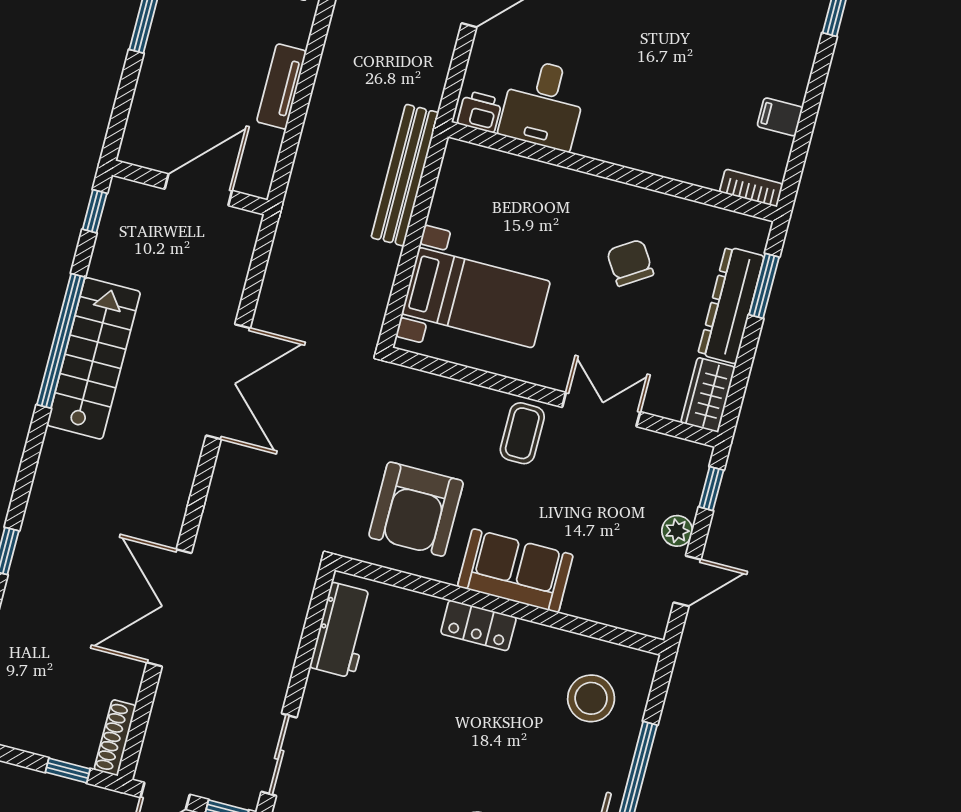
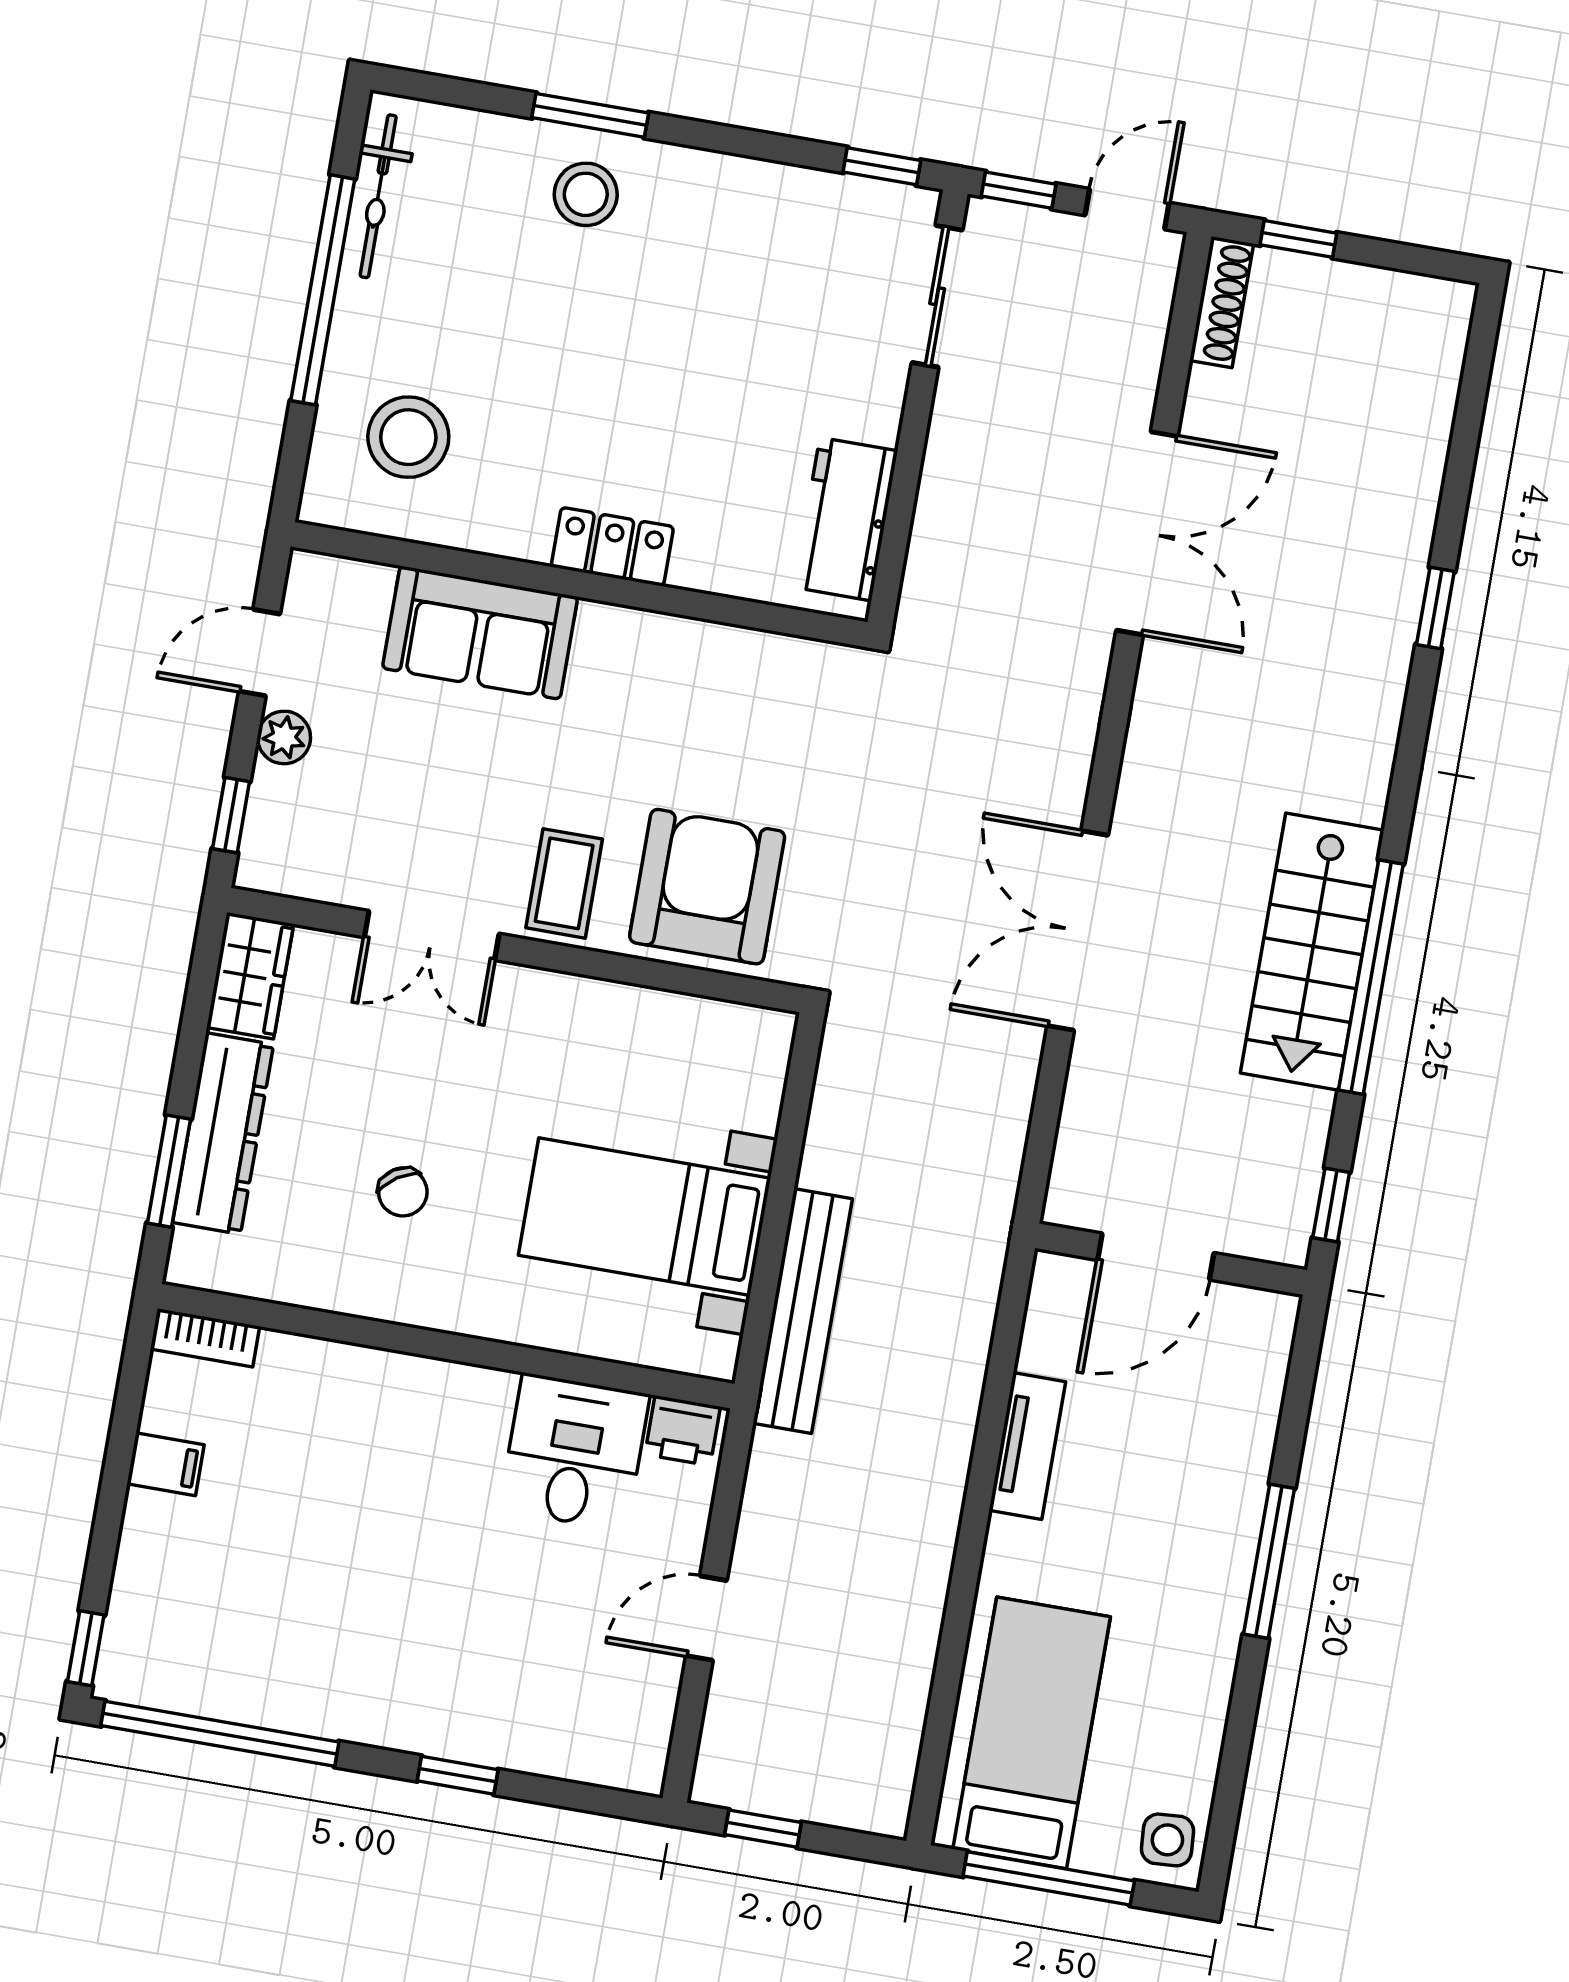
chair: (630, 263) -> (403, 1192), width x0.73, depth x0.73
bed with nightstands: (476, 298) -> (644, 1217), moved
armchair: (416, 509) -> (707, 887), moved
sofa: (515, 571) -> (480, 633), moved

